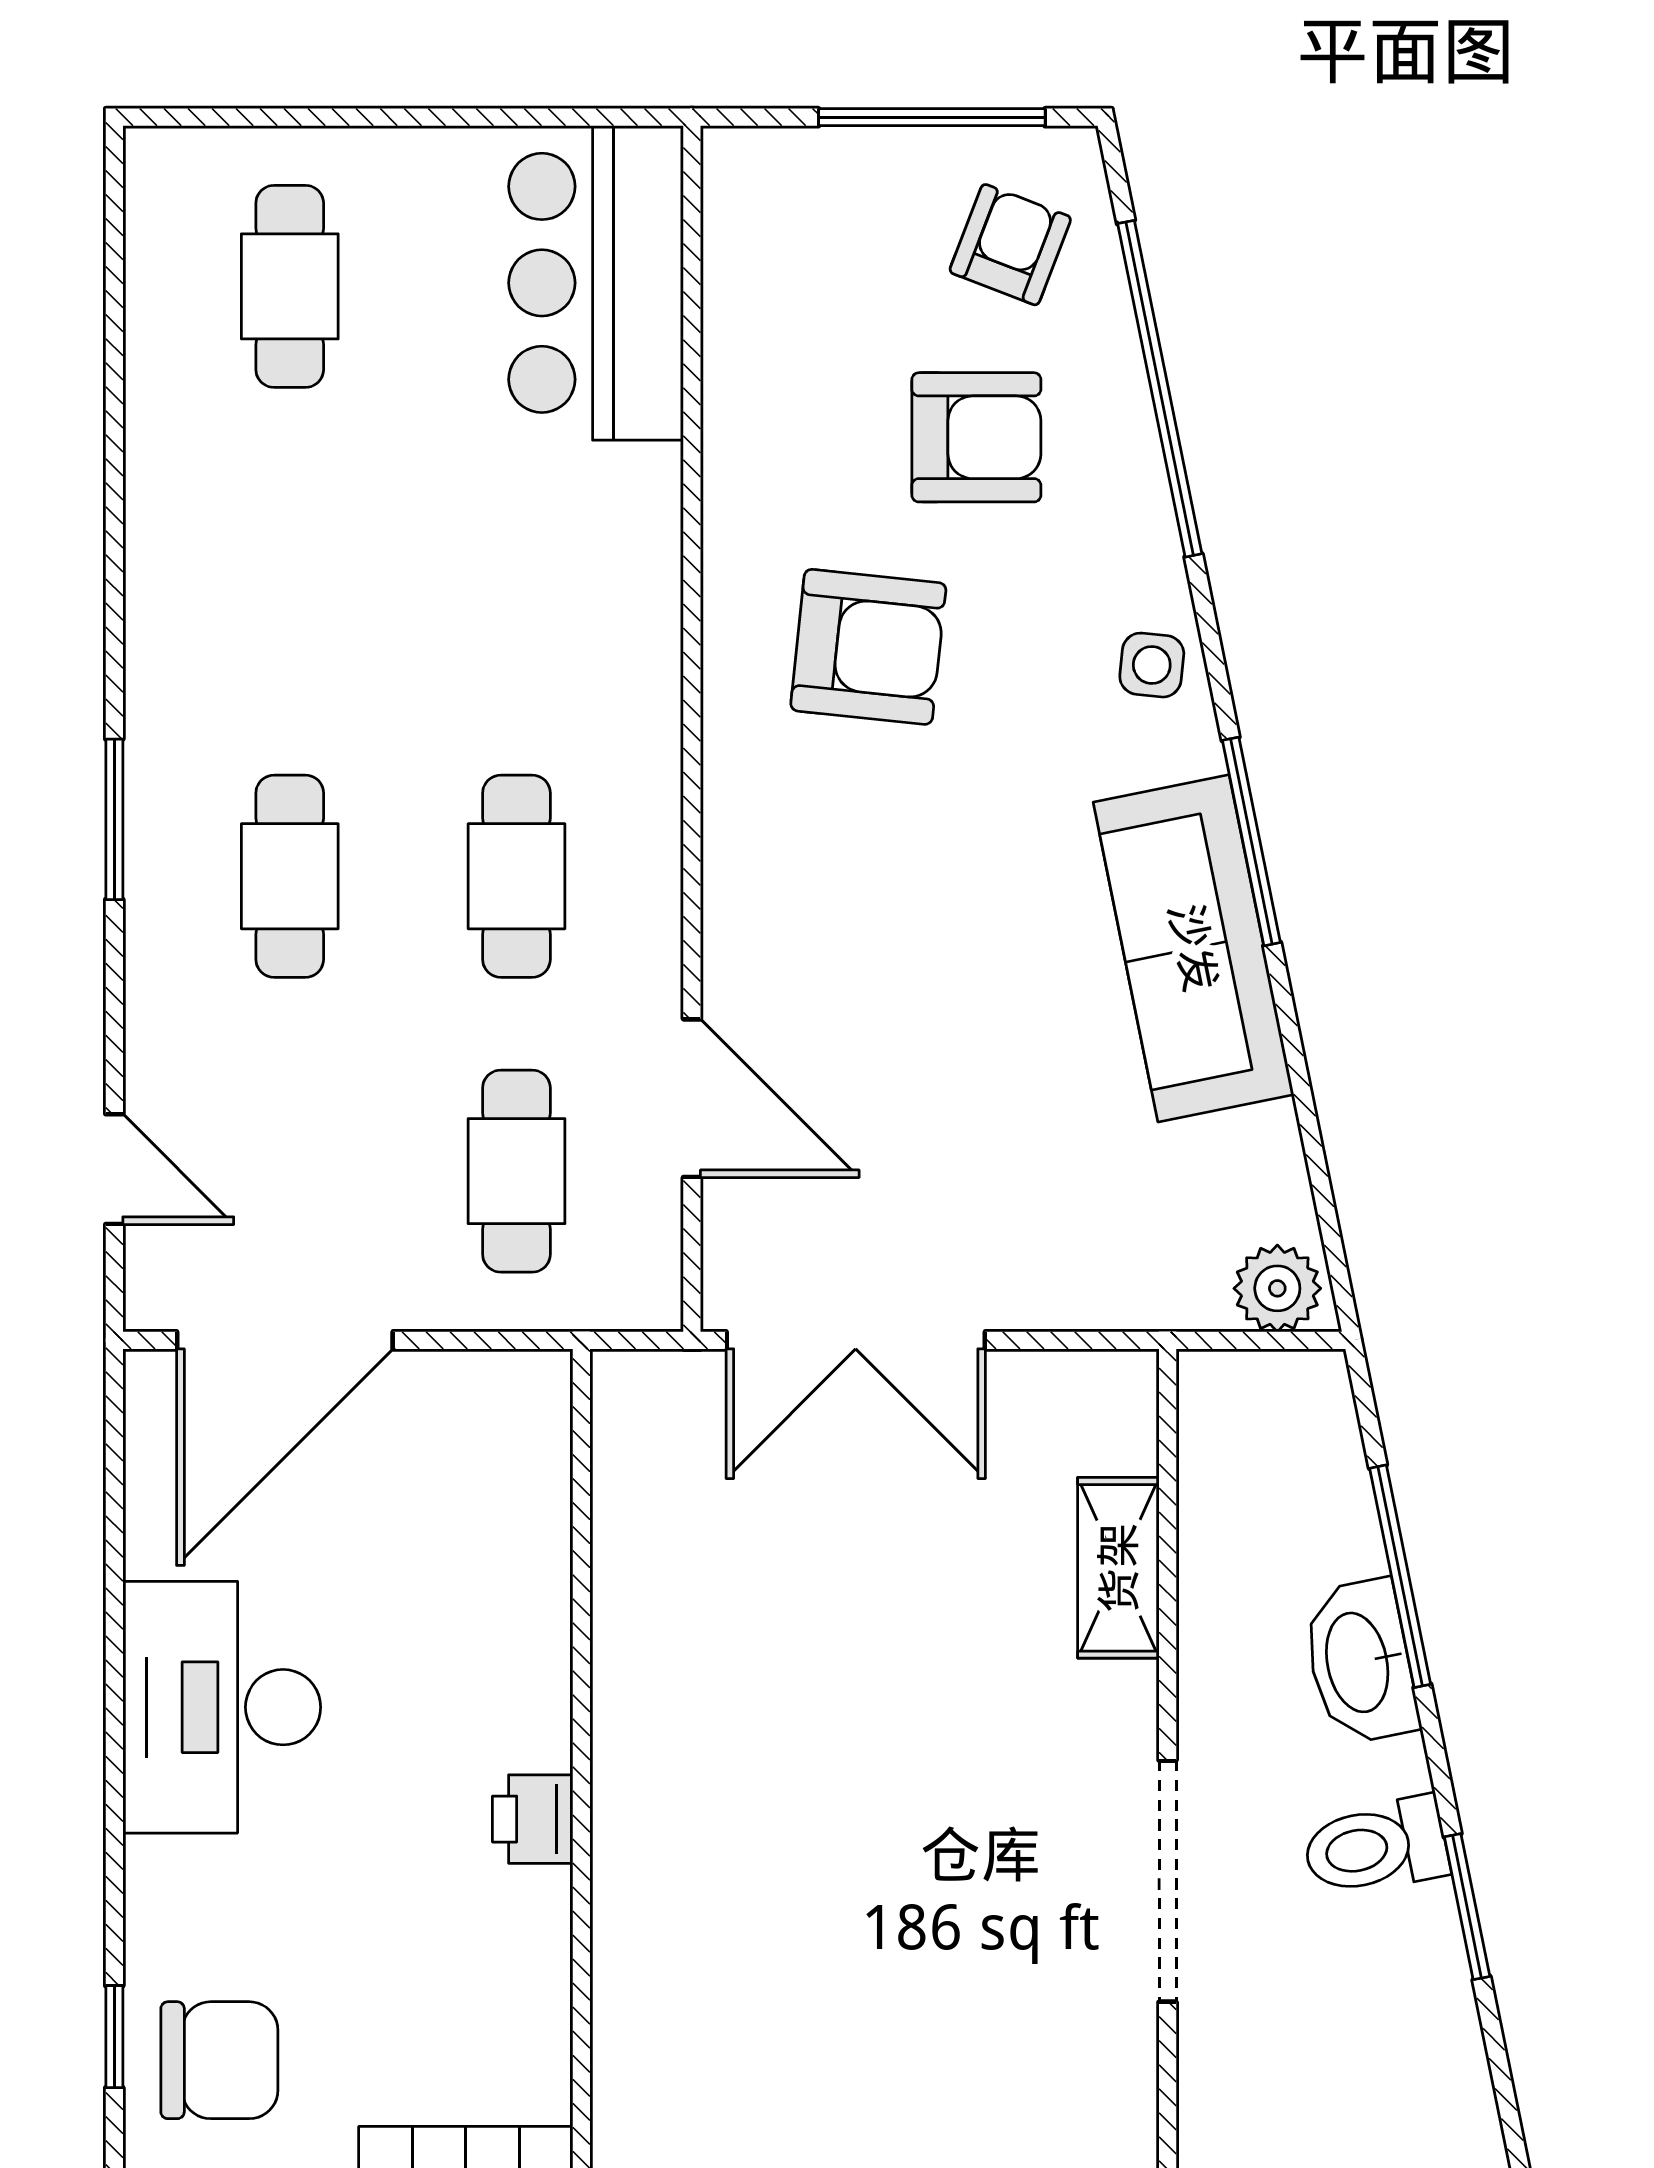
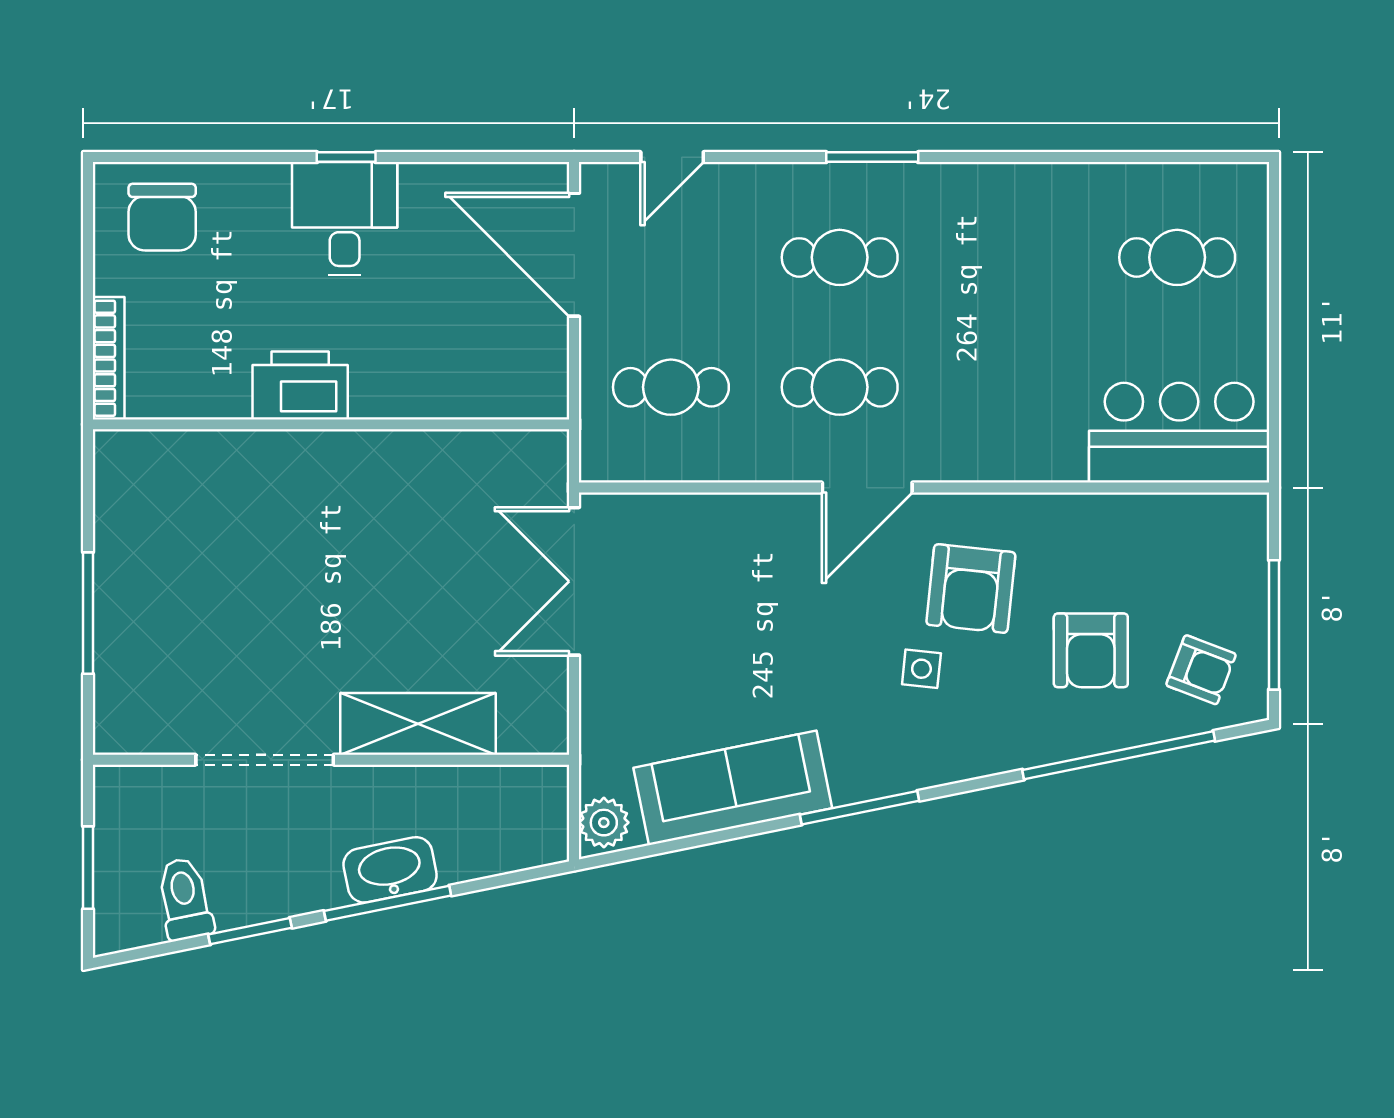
side table: (1152, 665) -> (921, 669), moved
sofa: (1194, 948) -> (733, 788), moved
door: (692, 1098) -> (867, 488), moved
shelving: (1118, 1568) -> (418, 724), width x1.50, depth x1.33
window: (1400, 1576) -> (388, 903), moved
desk: (222, 1707) -> (345, 219), width x0.73
printer: (533, 1819) -> (300, 385), width x1.87, depth x1.48
toilet: (1376, 1847) -> (185, 899), moved
window: (114, 2037) -> (346, 157), moved

